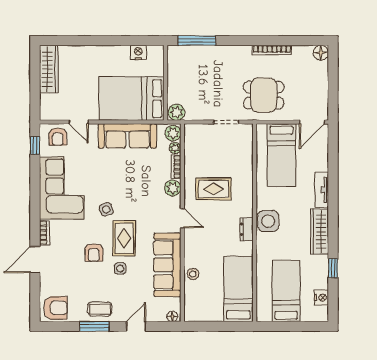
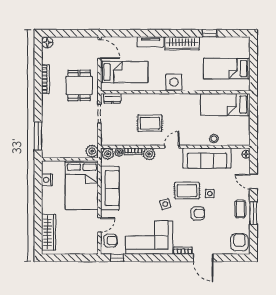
wardrobe: (49, 69) -> (49, 232), moved, turned 90
rug: (214, 189) -> (150, 123), turned 90
dresser: (247, 229) -> (112, 98), moved
nightstand: (321, 298) -> (232, 42), removed

